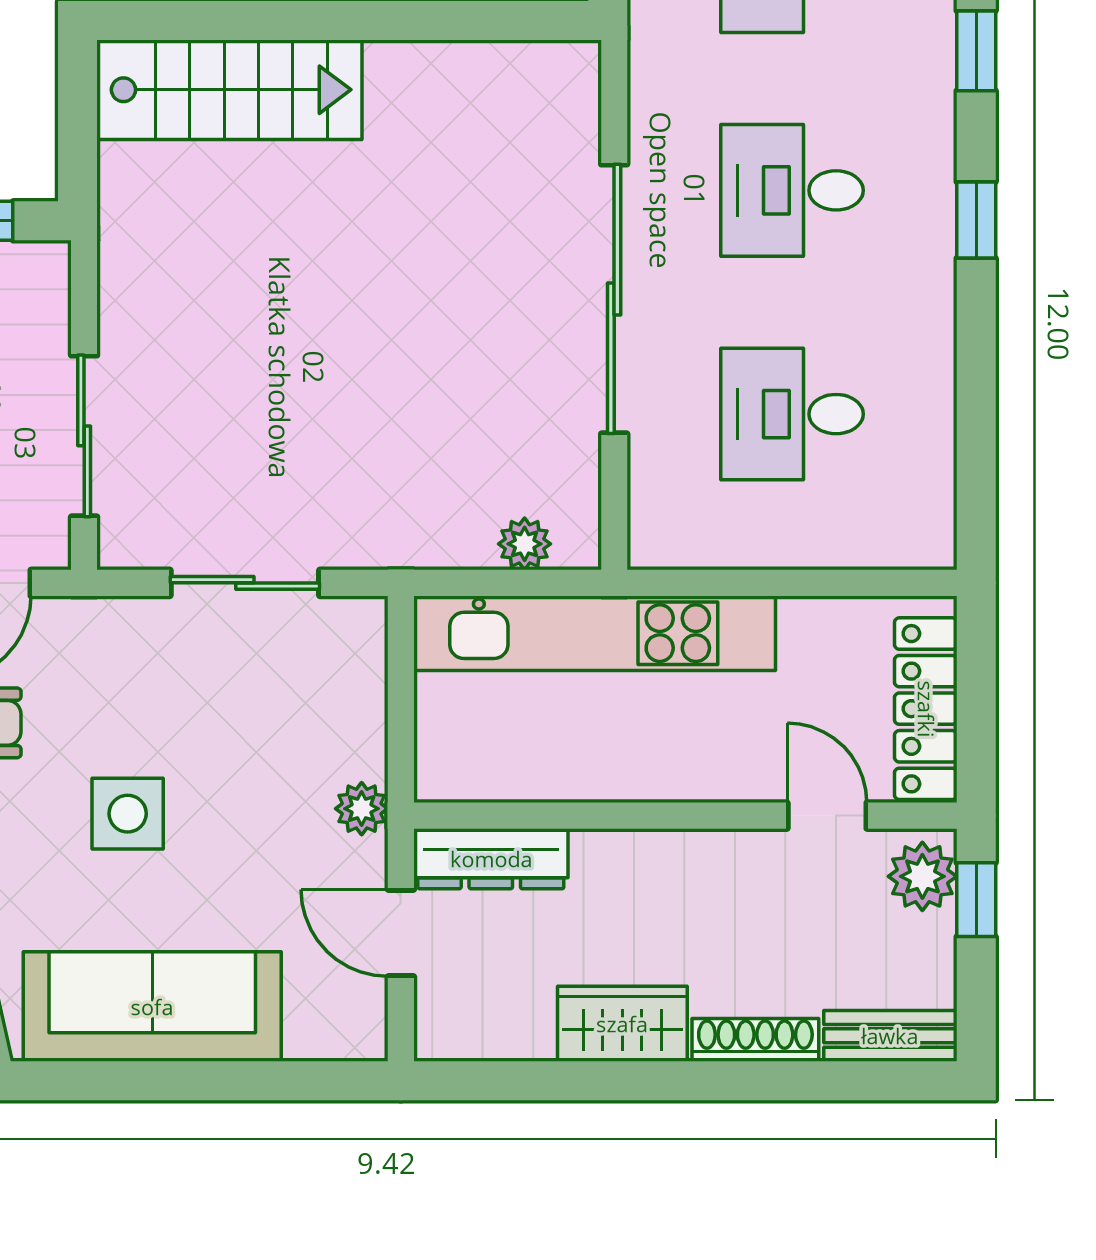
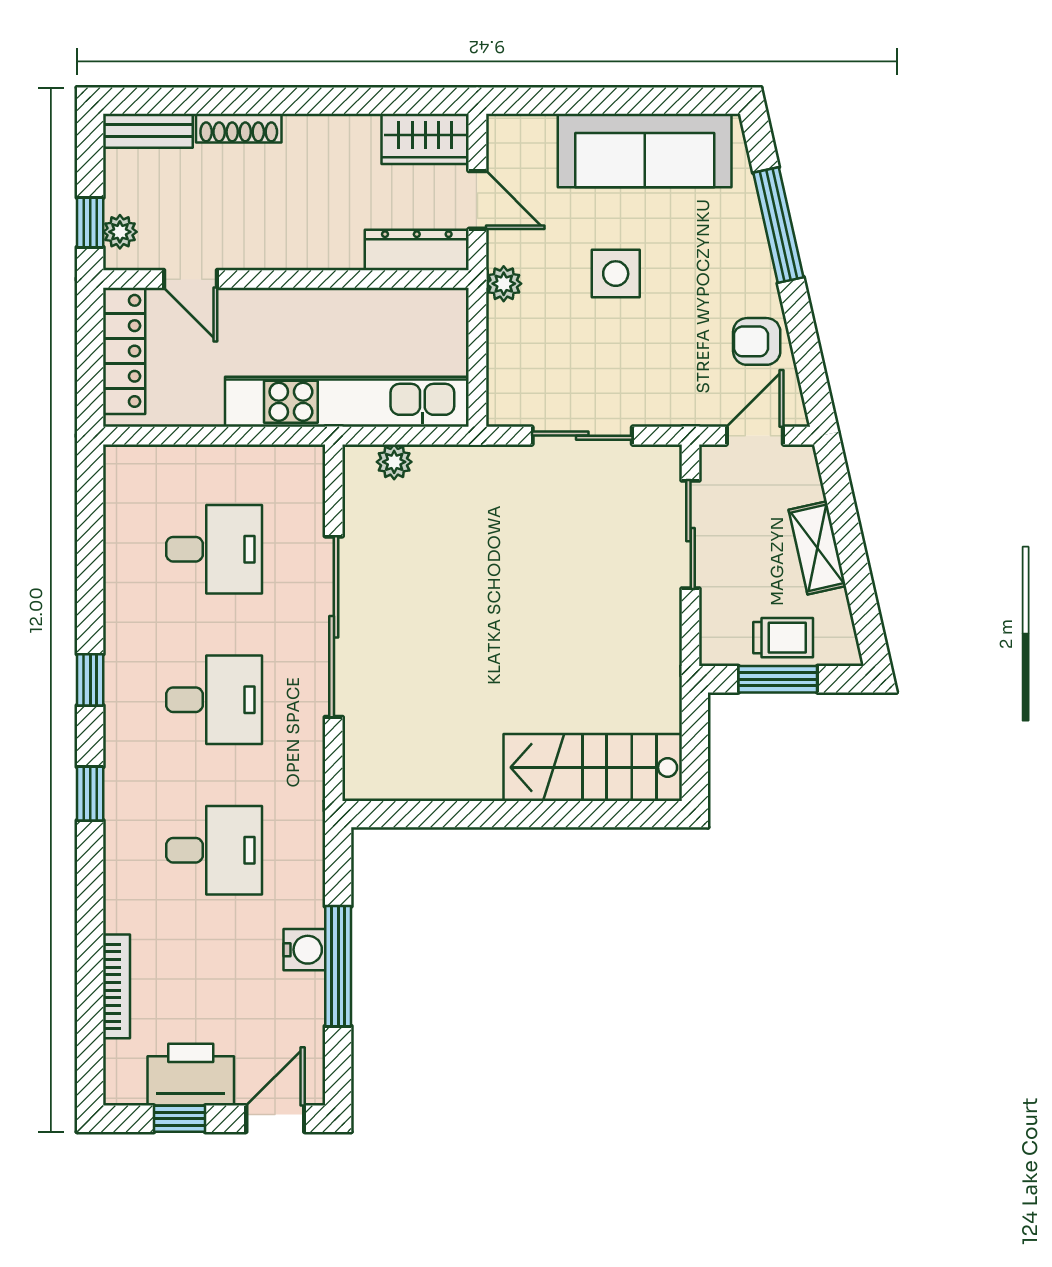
side table: (128, 814) -> (616, 274), moved
plant: (922, 876) -> (120, 232), width x0.73, depth x0.73
wardrobe: (622, 1024) -> (425, 139), moved

